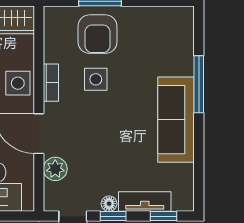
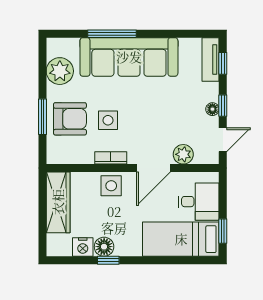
plant: (154, 22) -> (60, 71), added
sofa: (176, 120) -> (129, 57), width x1.36, depth x1.27
tv unit: (145, 201) -> (211, 60), moved

